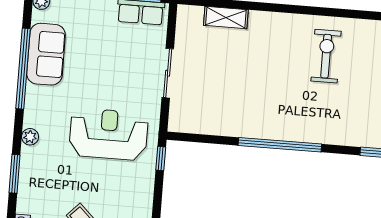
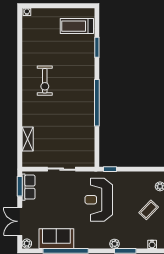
exercise bike: (326, 56) -> (45, 81), turned -90
plant: (30, 137) -> (114, 244), moved

